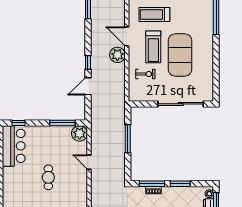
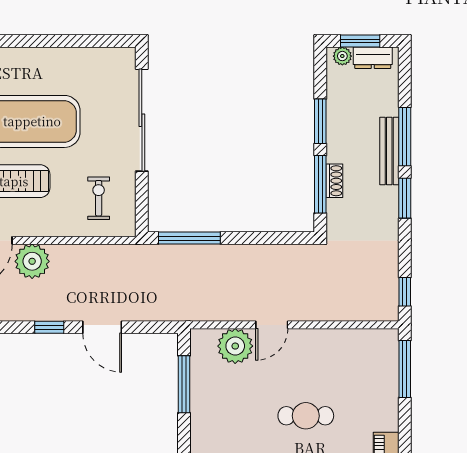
exercise bike: (145, 74) -> (99, 198), moved
plant: (80, 133) -> (235, 346), moved
window: (128, 139) -> (189, 238), moved

